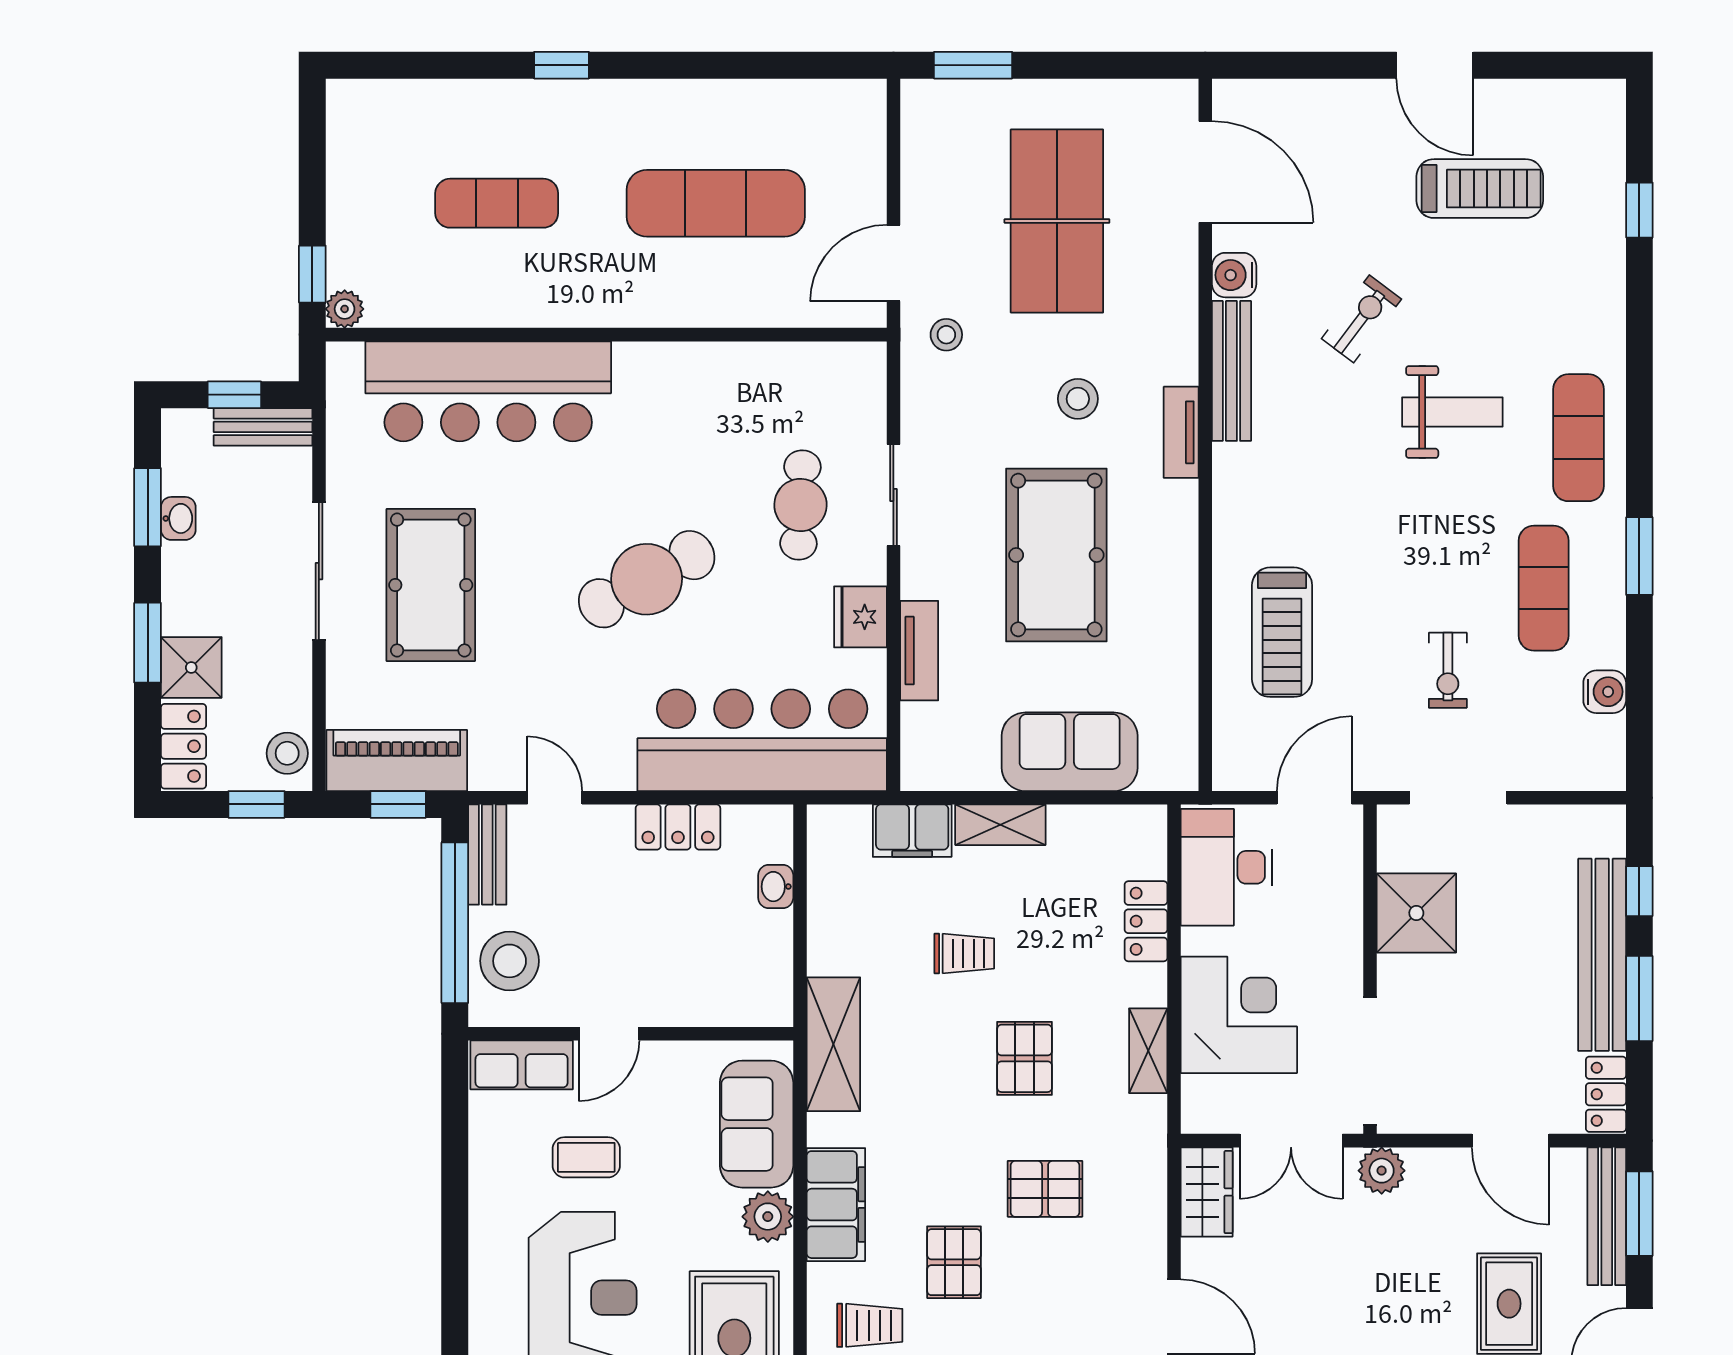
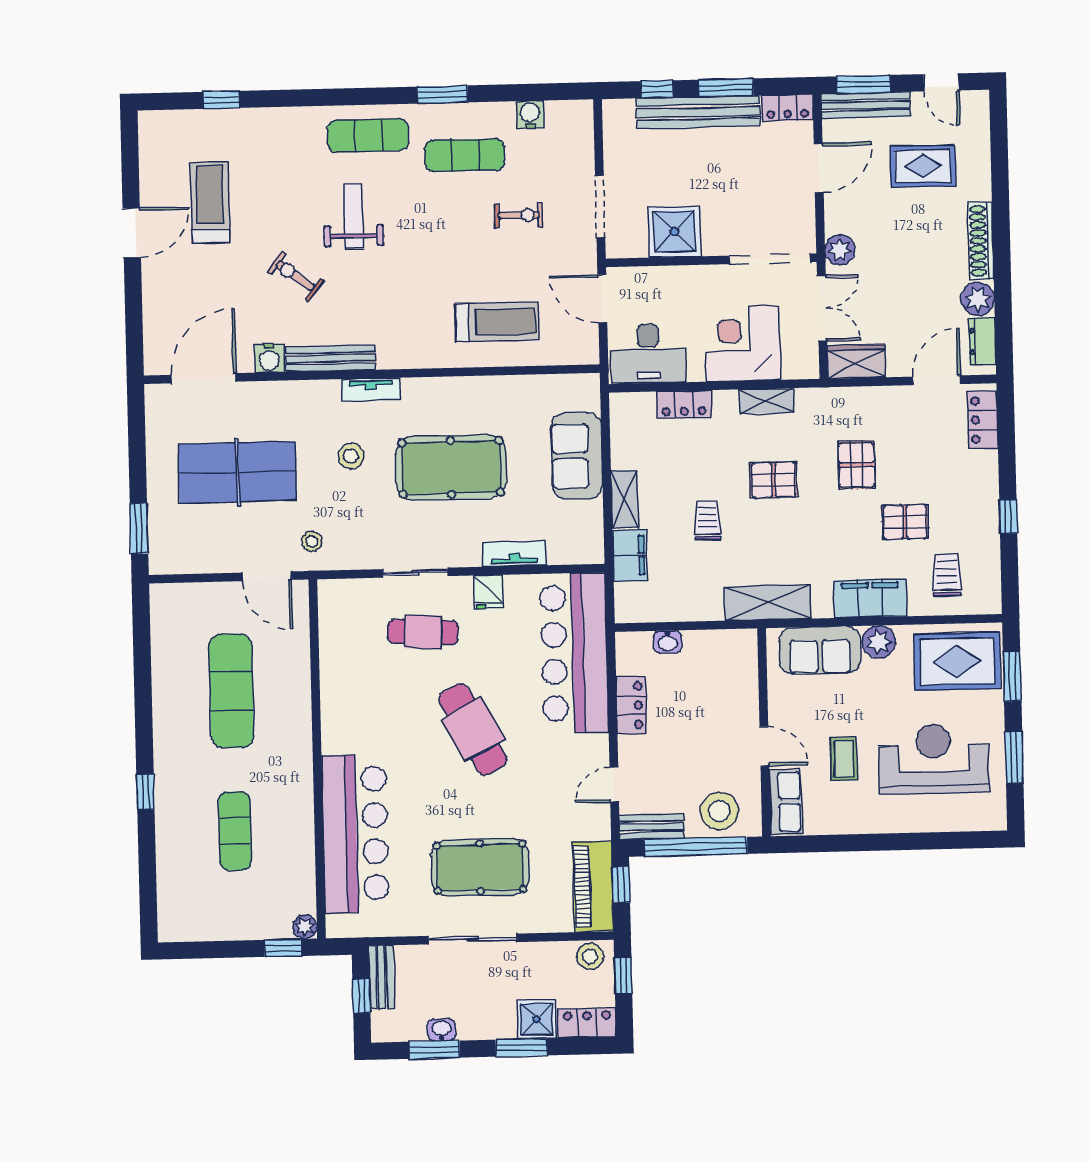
fridge: (860, 617) -> (488, 592), width x0.72

